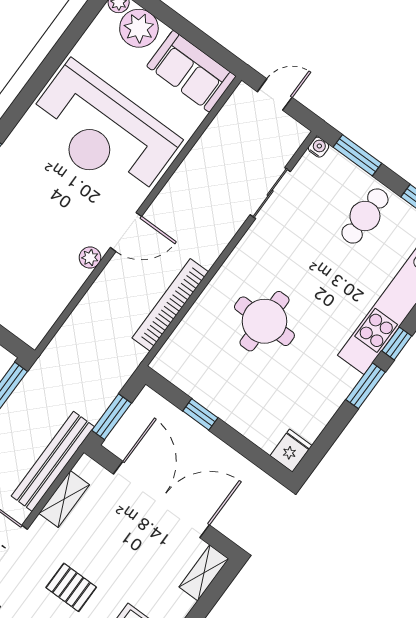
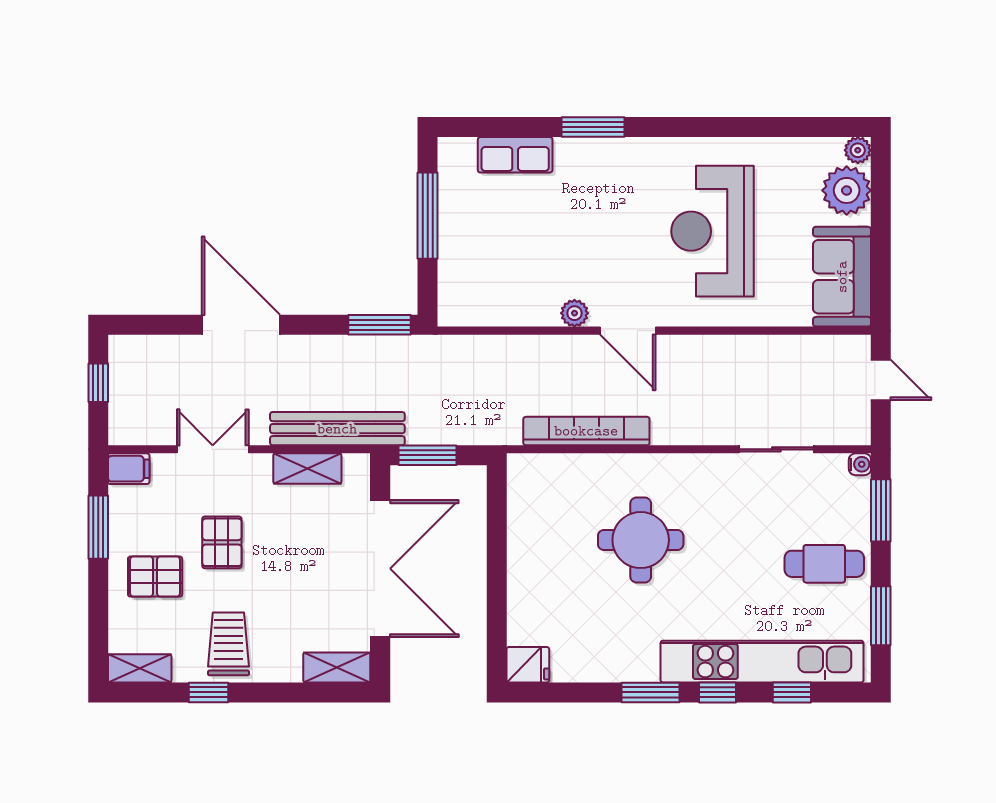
reception desk: (102, 132) -> (713, 231), width x0.74, depth x0.77
window: (200, 414) -> (497, 544), removed

